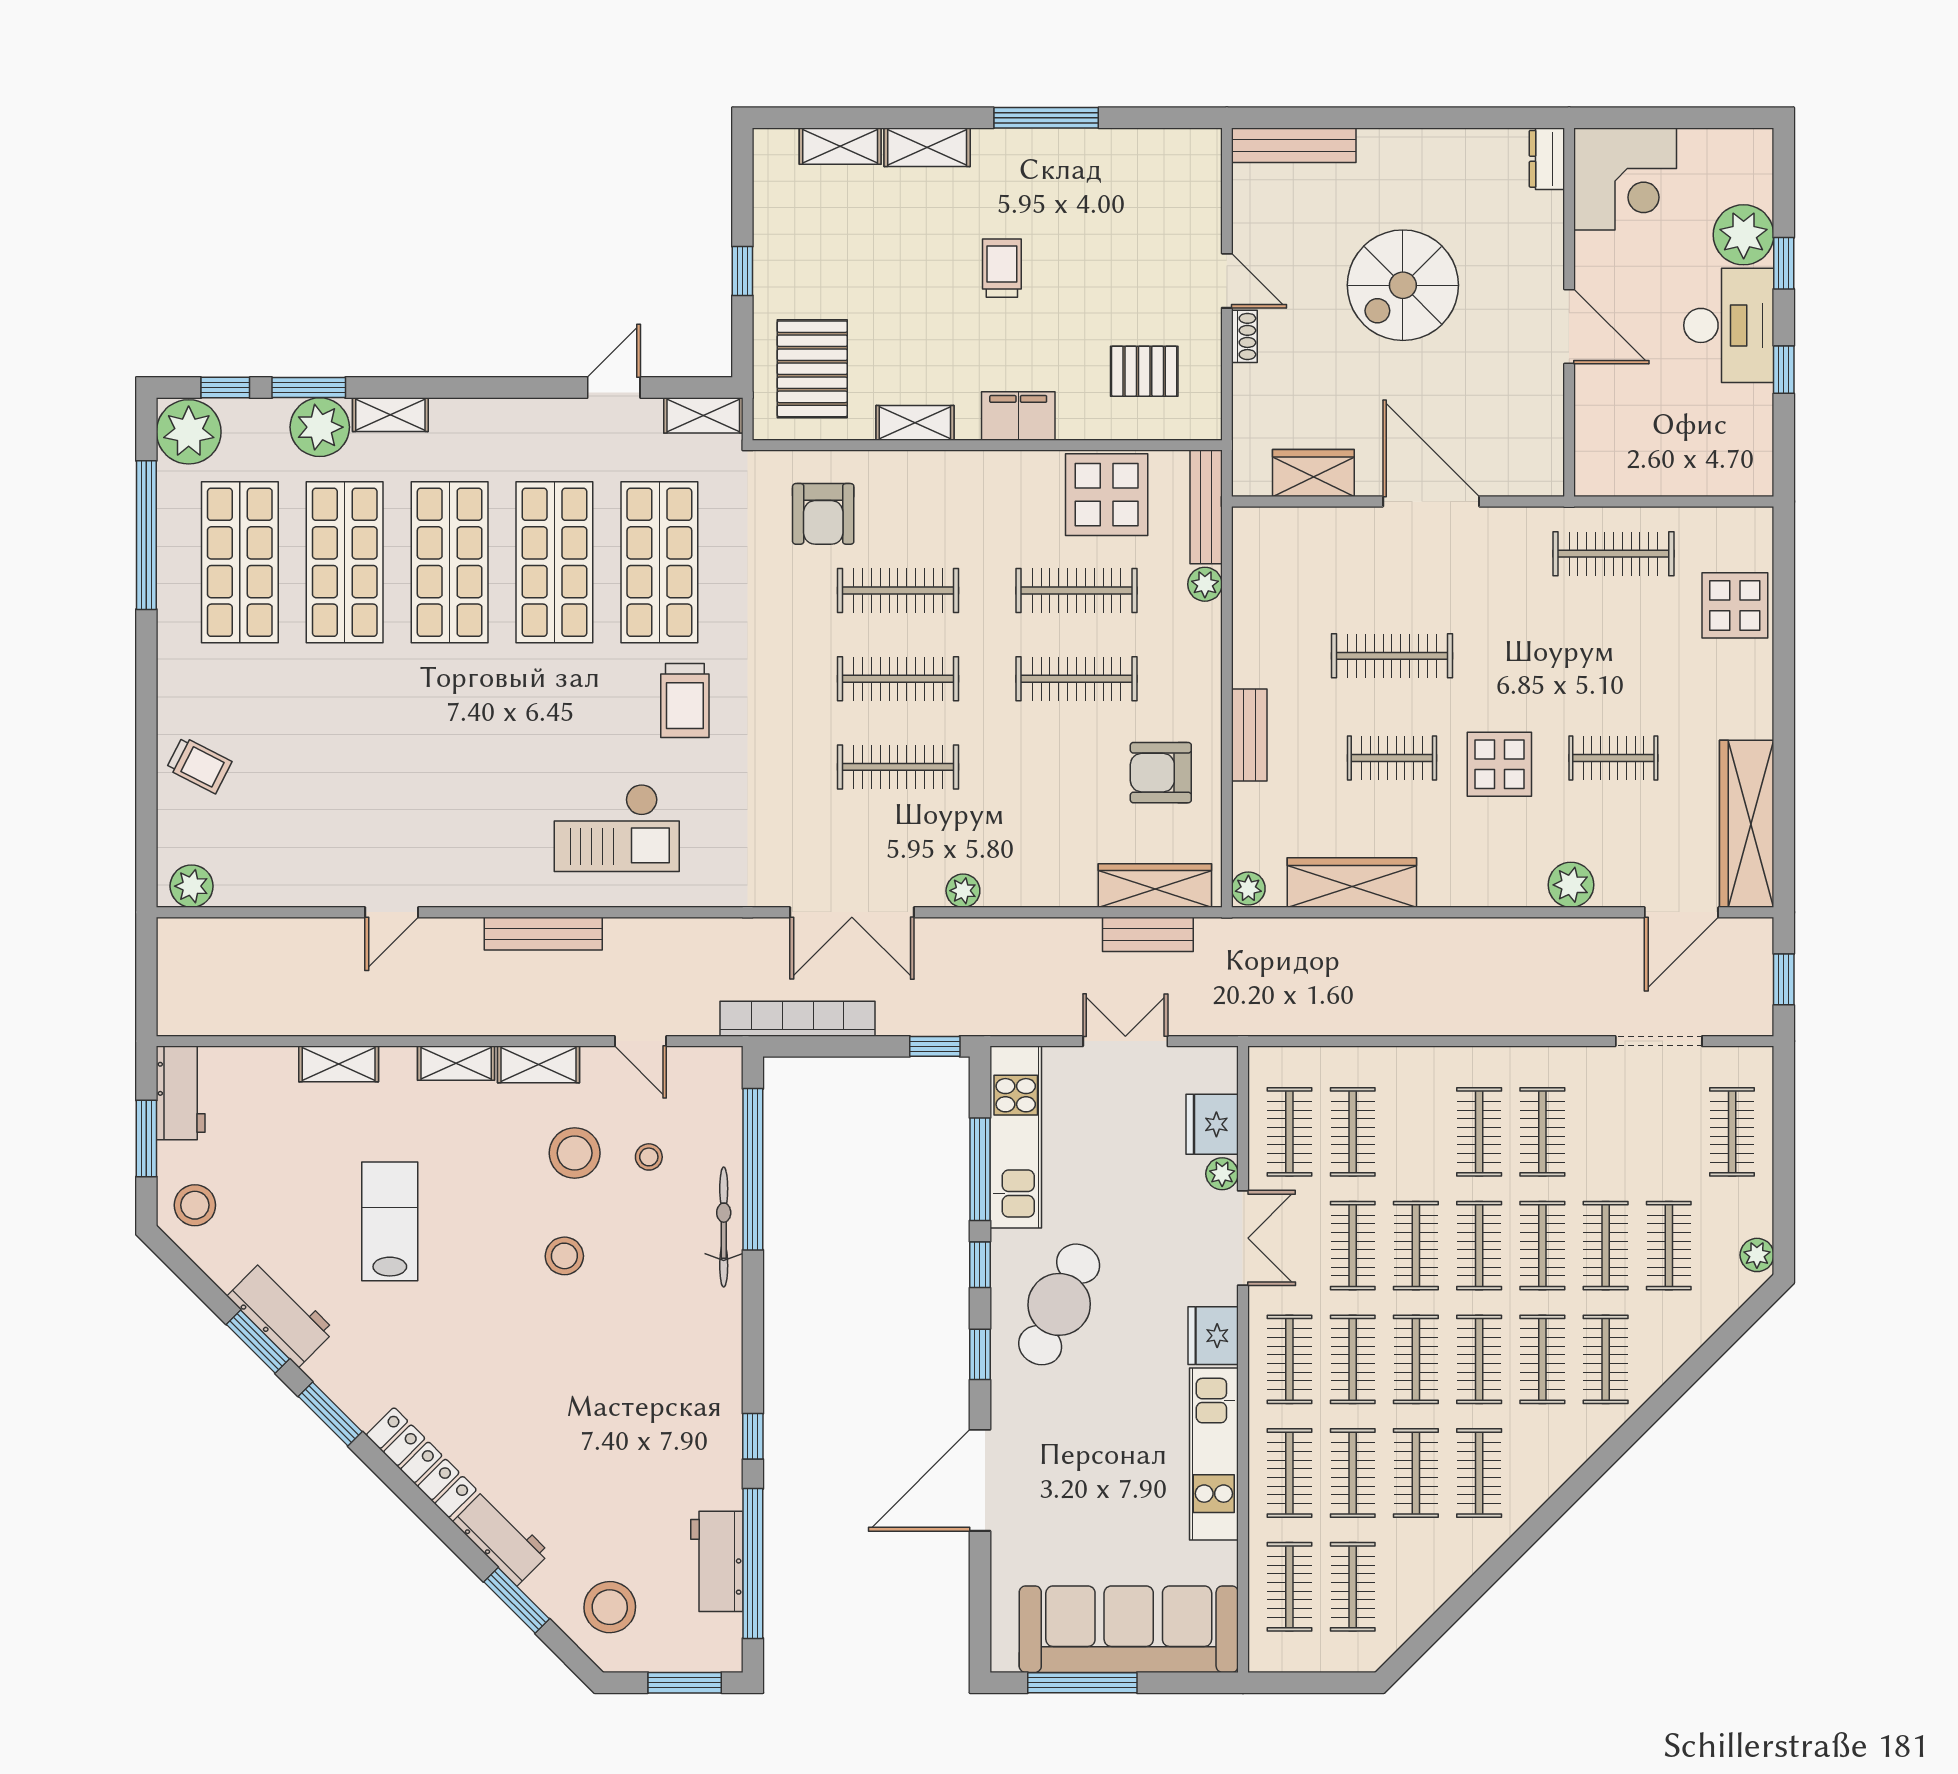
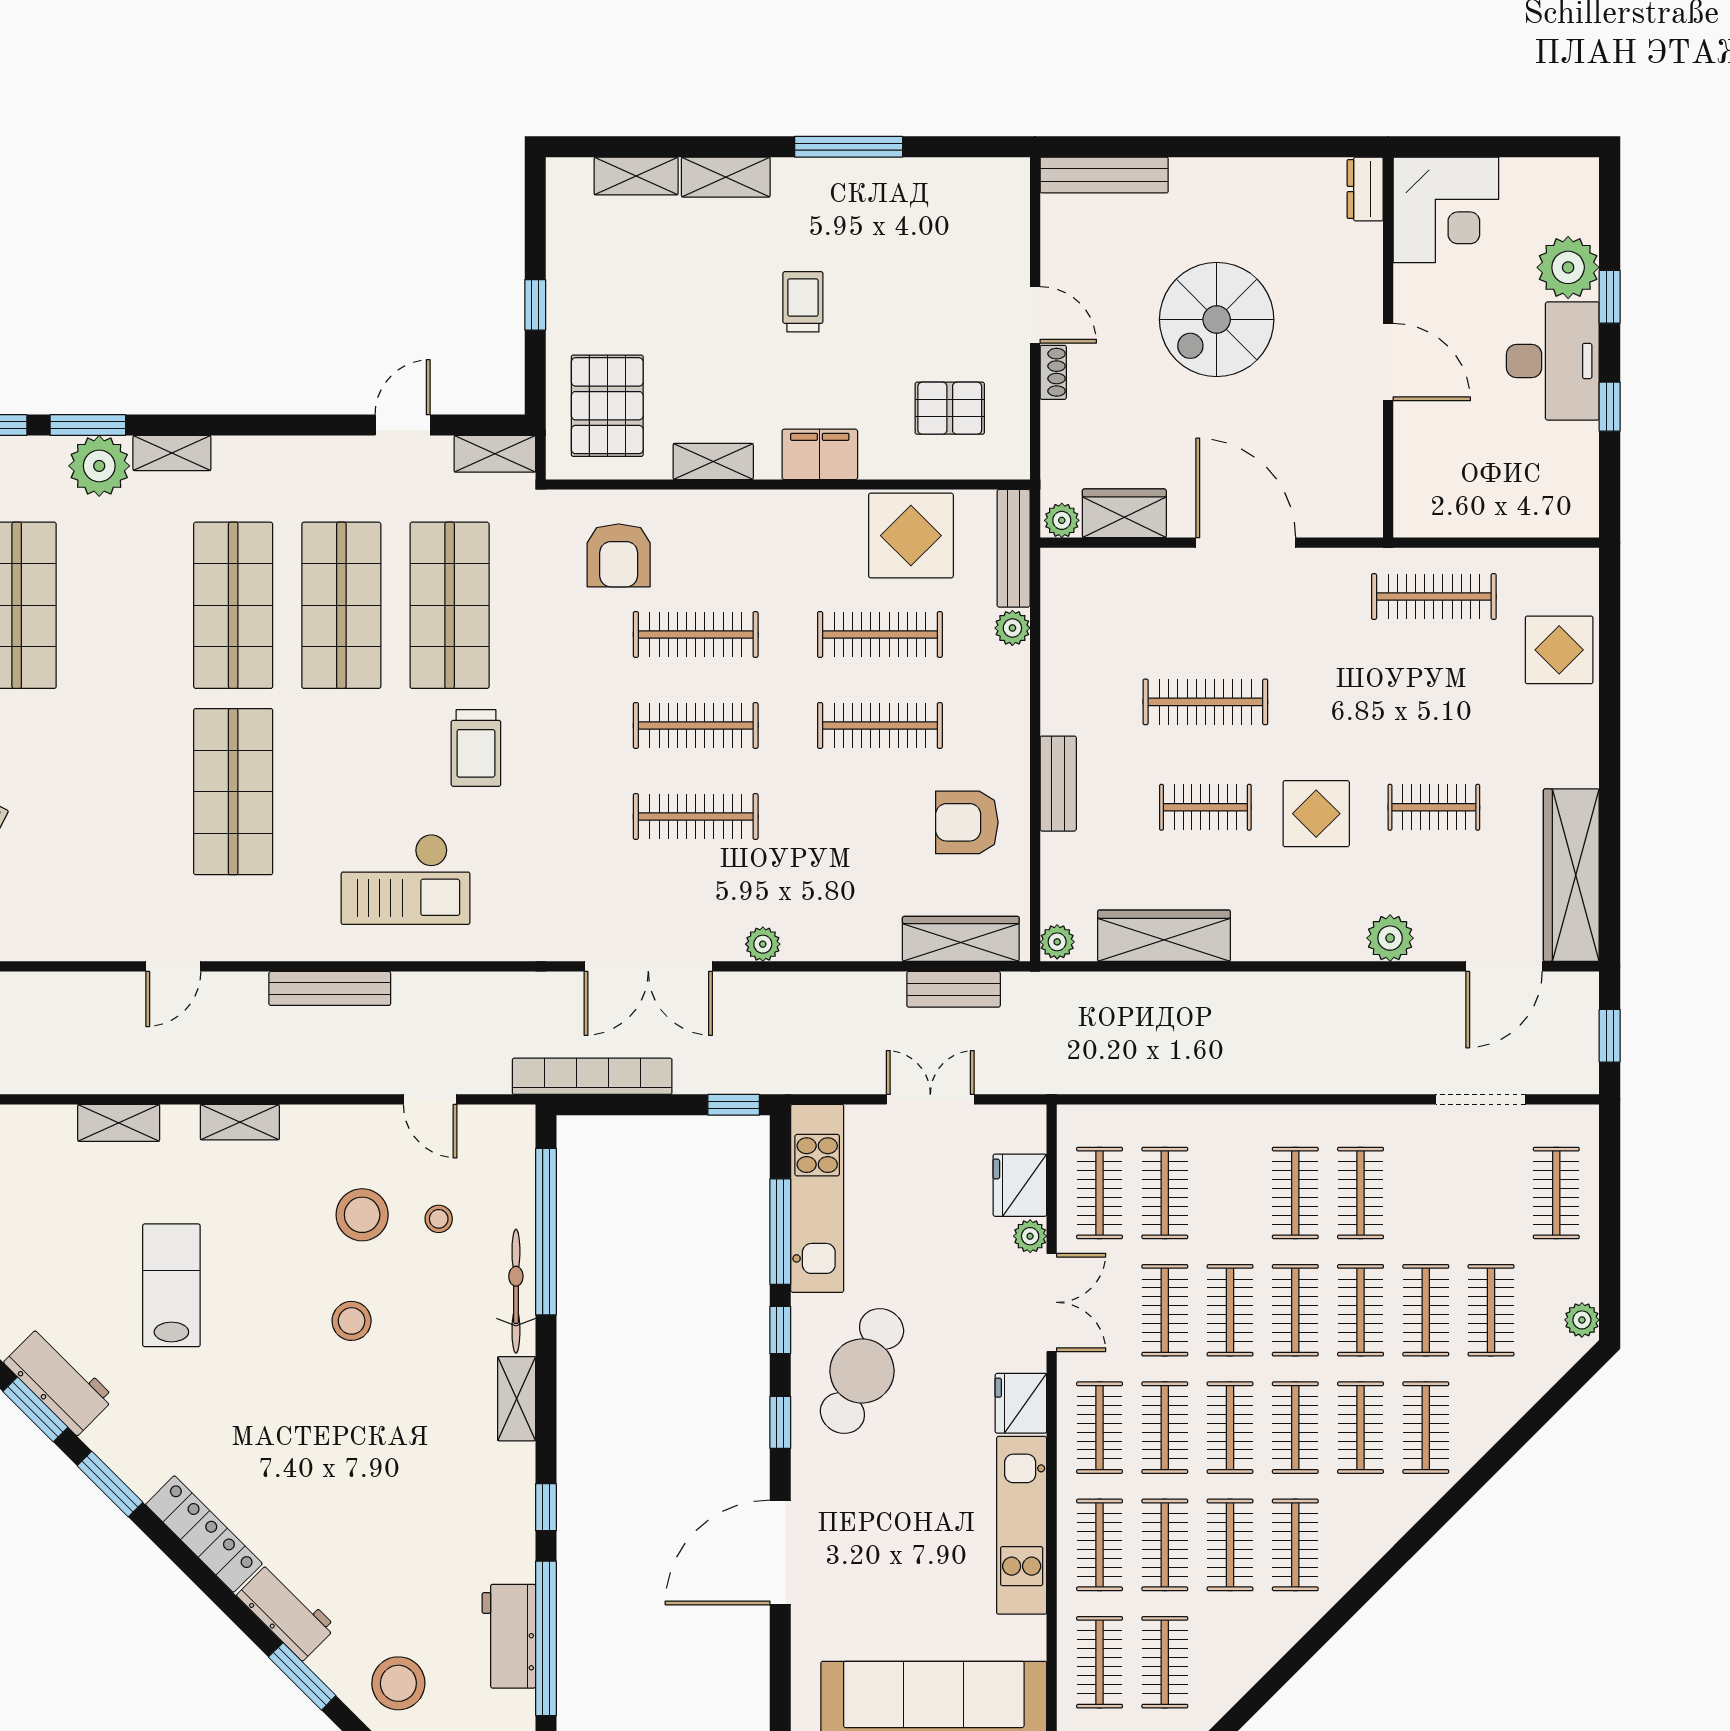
plant: (1253, 480) -> (1062, 520), added
shop shelf: (345, 562) -> (233, 792), moved
shelving: (538, 1064) -> (517, 1399), moved, turned 90

